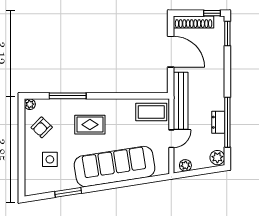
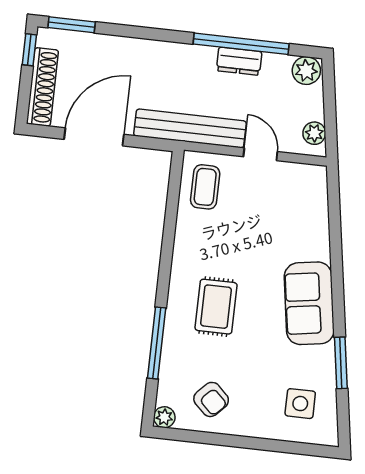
coffee table: (151, 112) -> (205, 187), width x0.73, depth x0.77
side table: (50, 159) -> (300, 404), moved
sofa: (115, 166) -> (309, 303), width x0.54, depth x0.79

